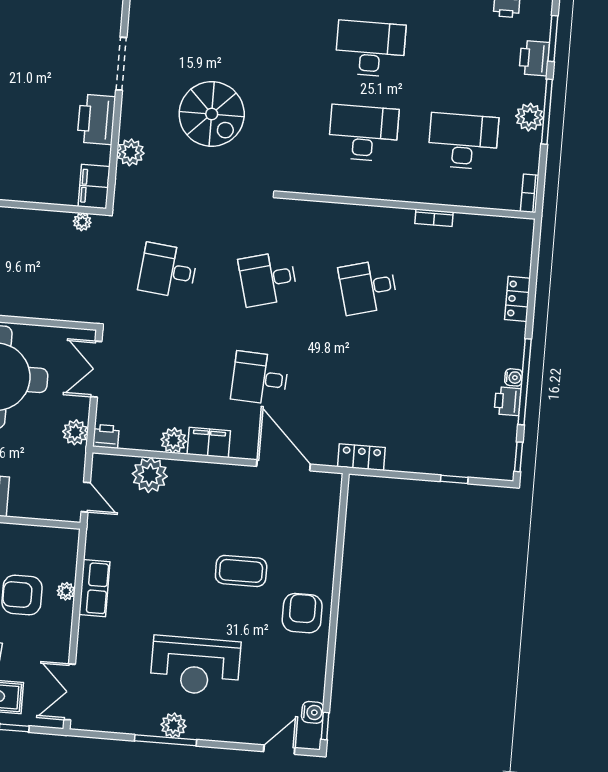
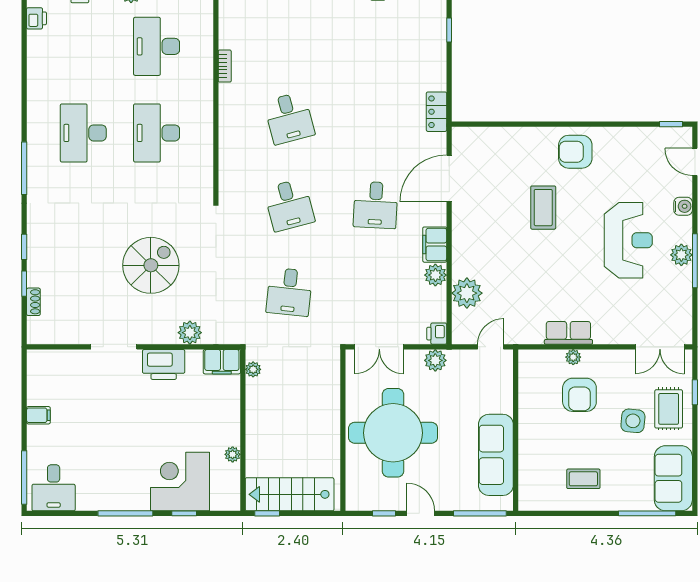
water cooler: (313, 712) -> (683, 206), moved, turned 90

